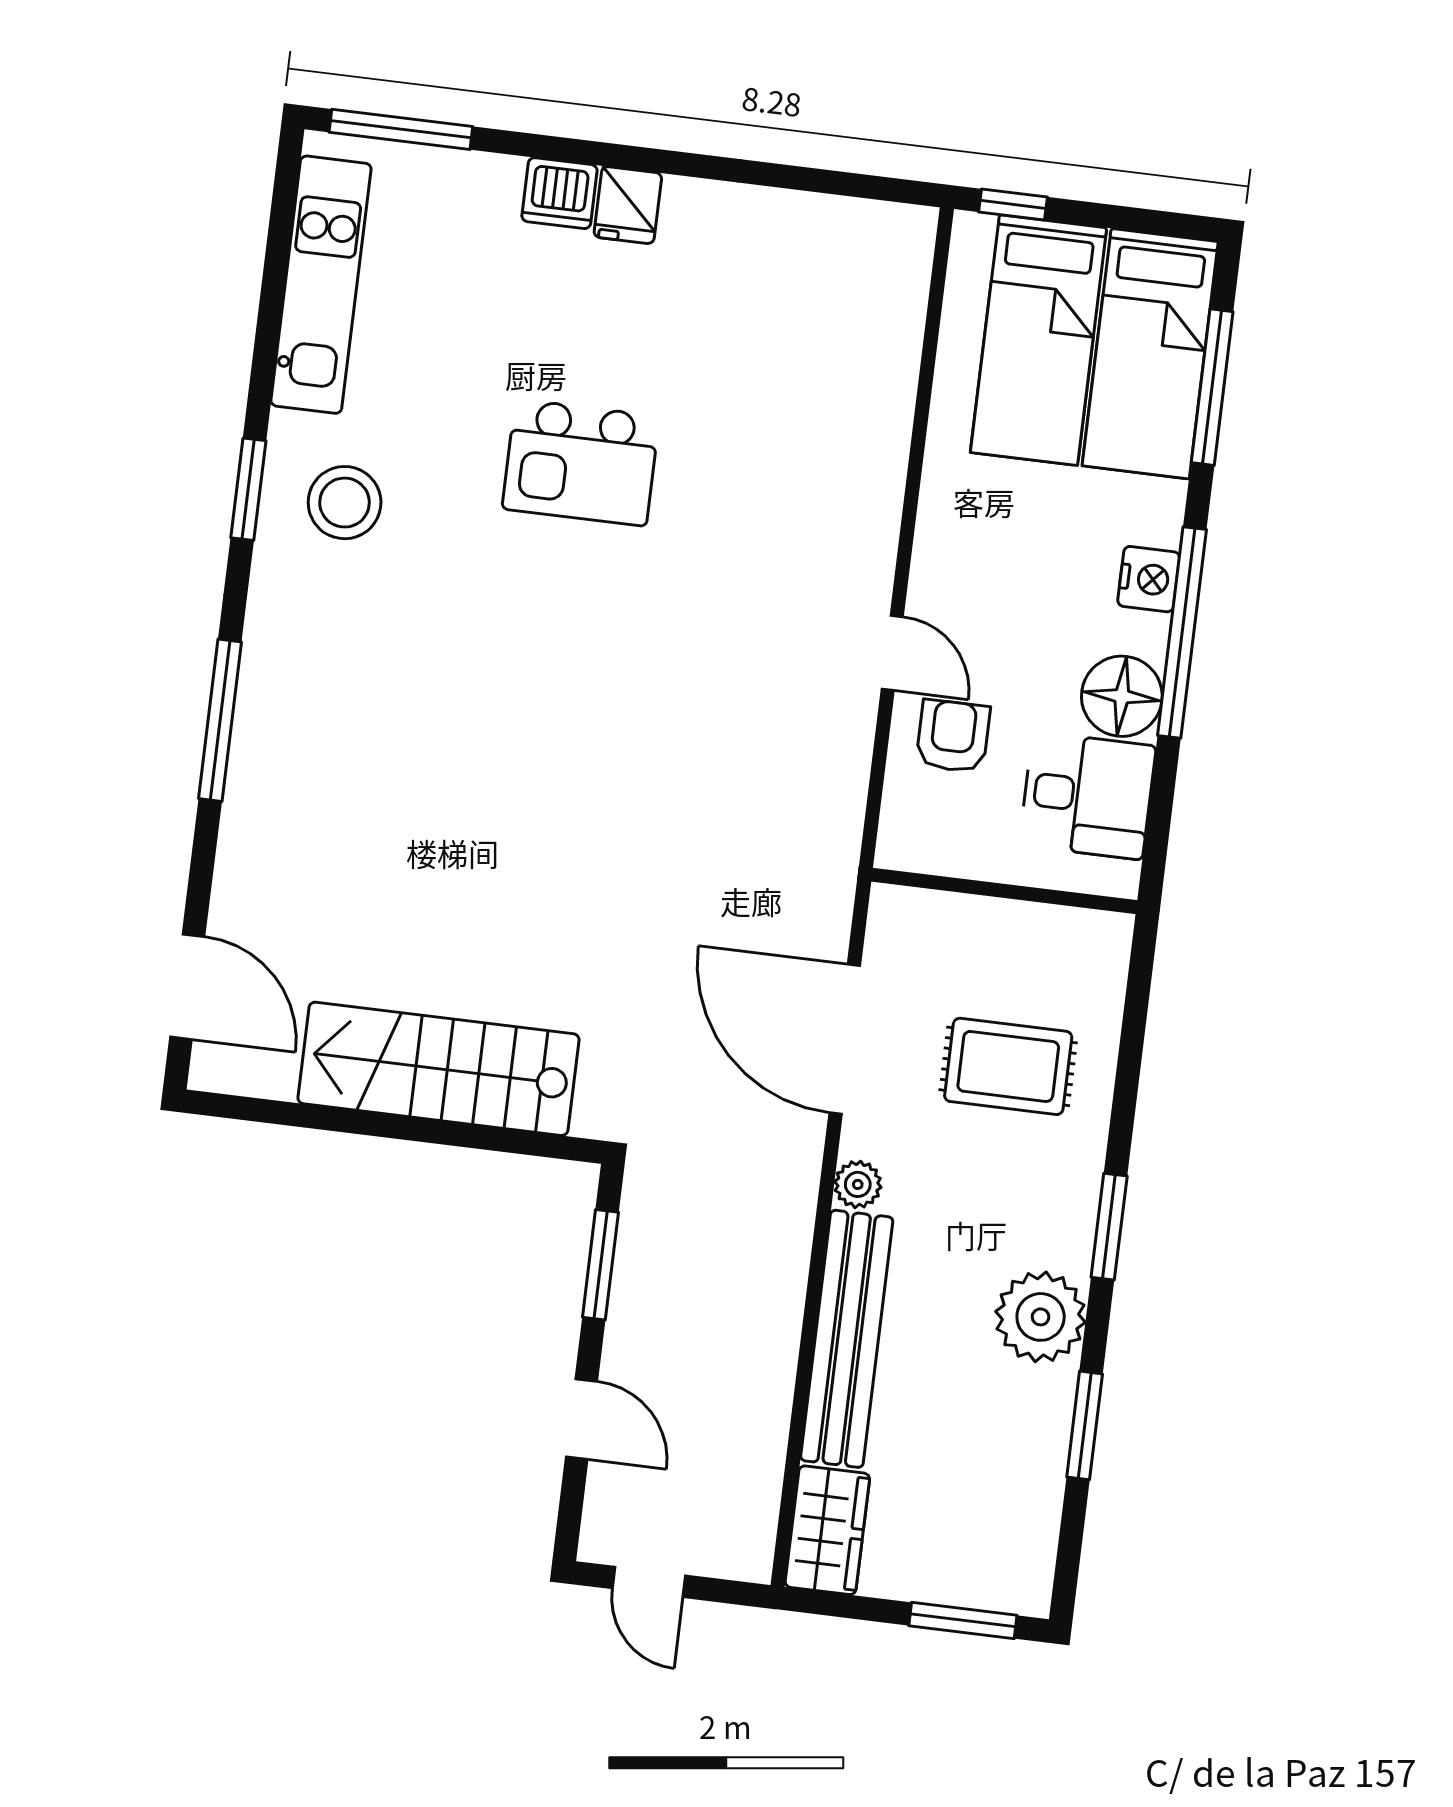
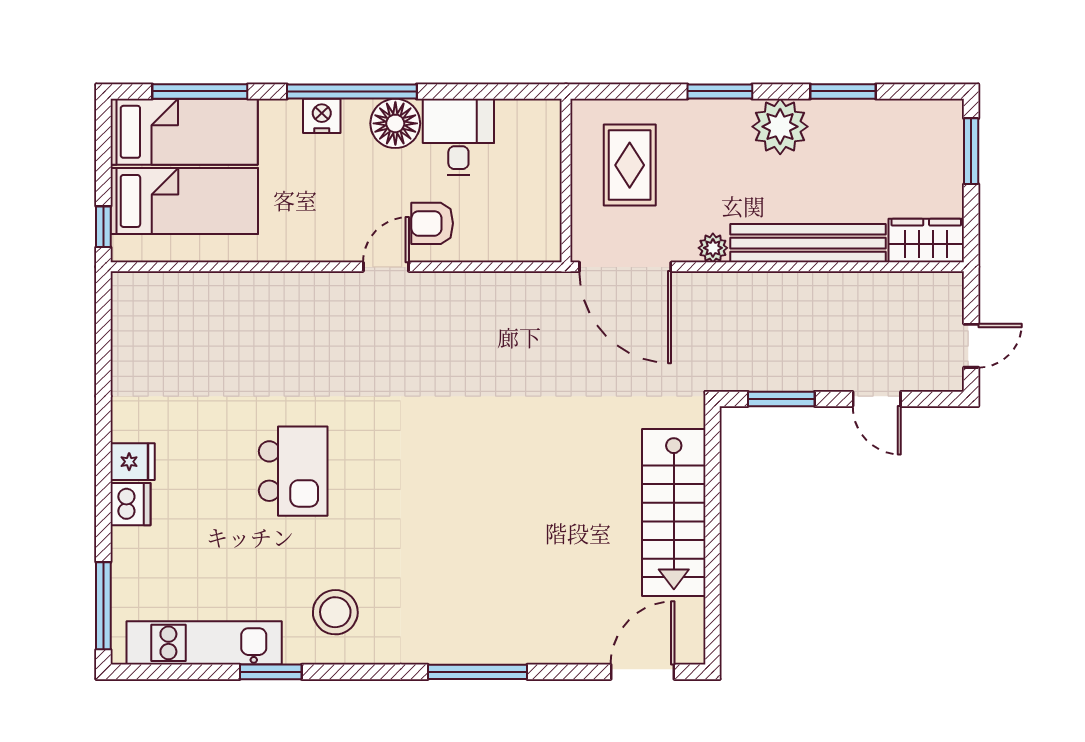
window: (248, 489) -> (271, 672), moved
wall: (1004, 891) -> (566, 181), moved
door: (845, 1039) -> (625, 267), hinge flipped
door: (582, 1419) -> (877, 399), swing flipped

